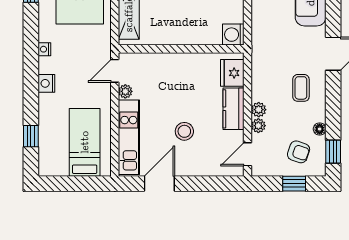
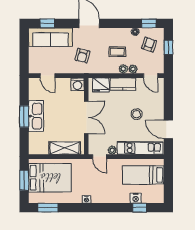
armchair: (280, 43) -> (82, 56), added
double door: (179, 49) -> (86, 117), added
nightstand: (46, 83) -> (136, 198), moved
coffee table: (301, 88) -> (117, 52), moved

